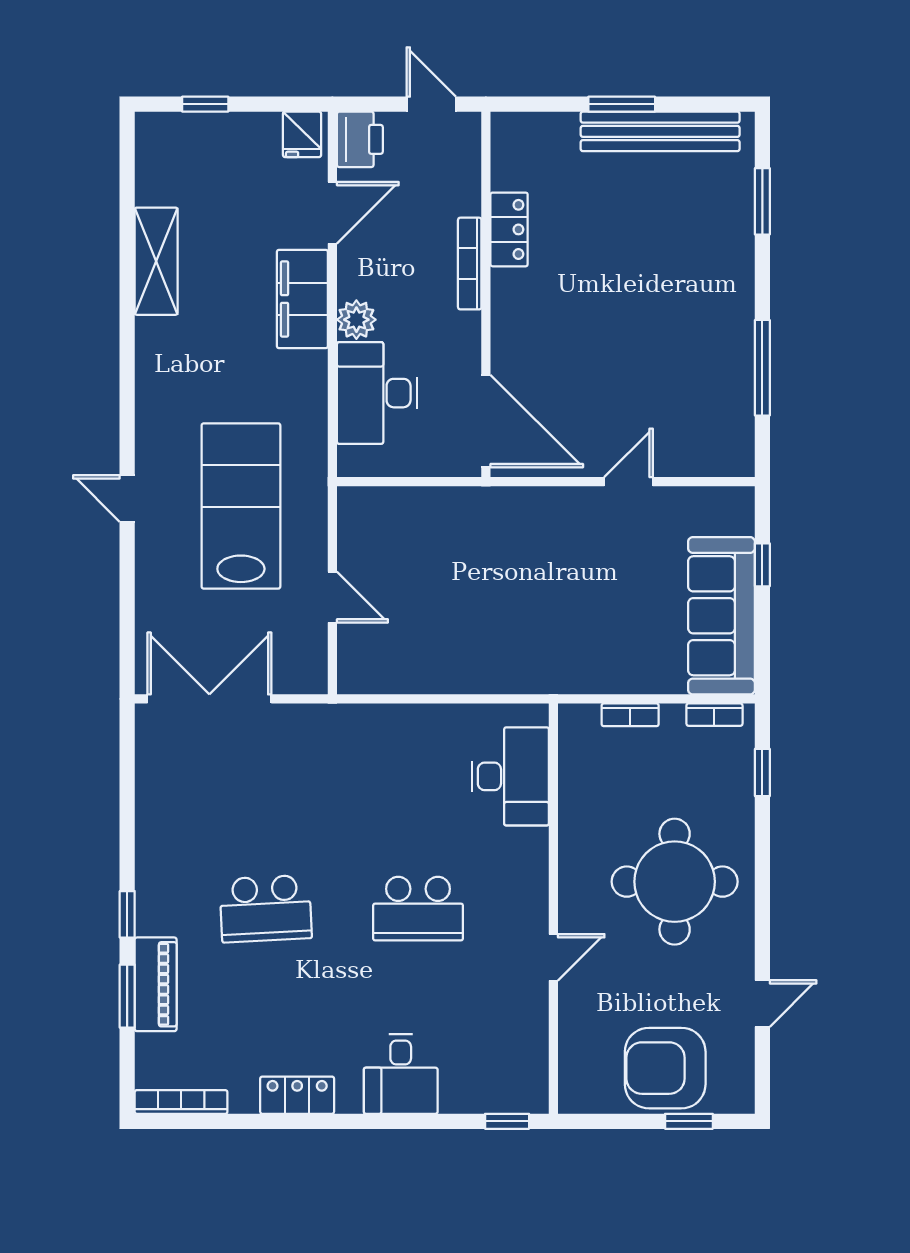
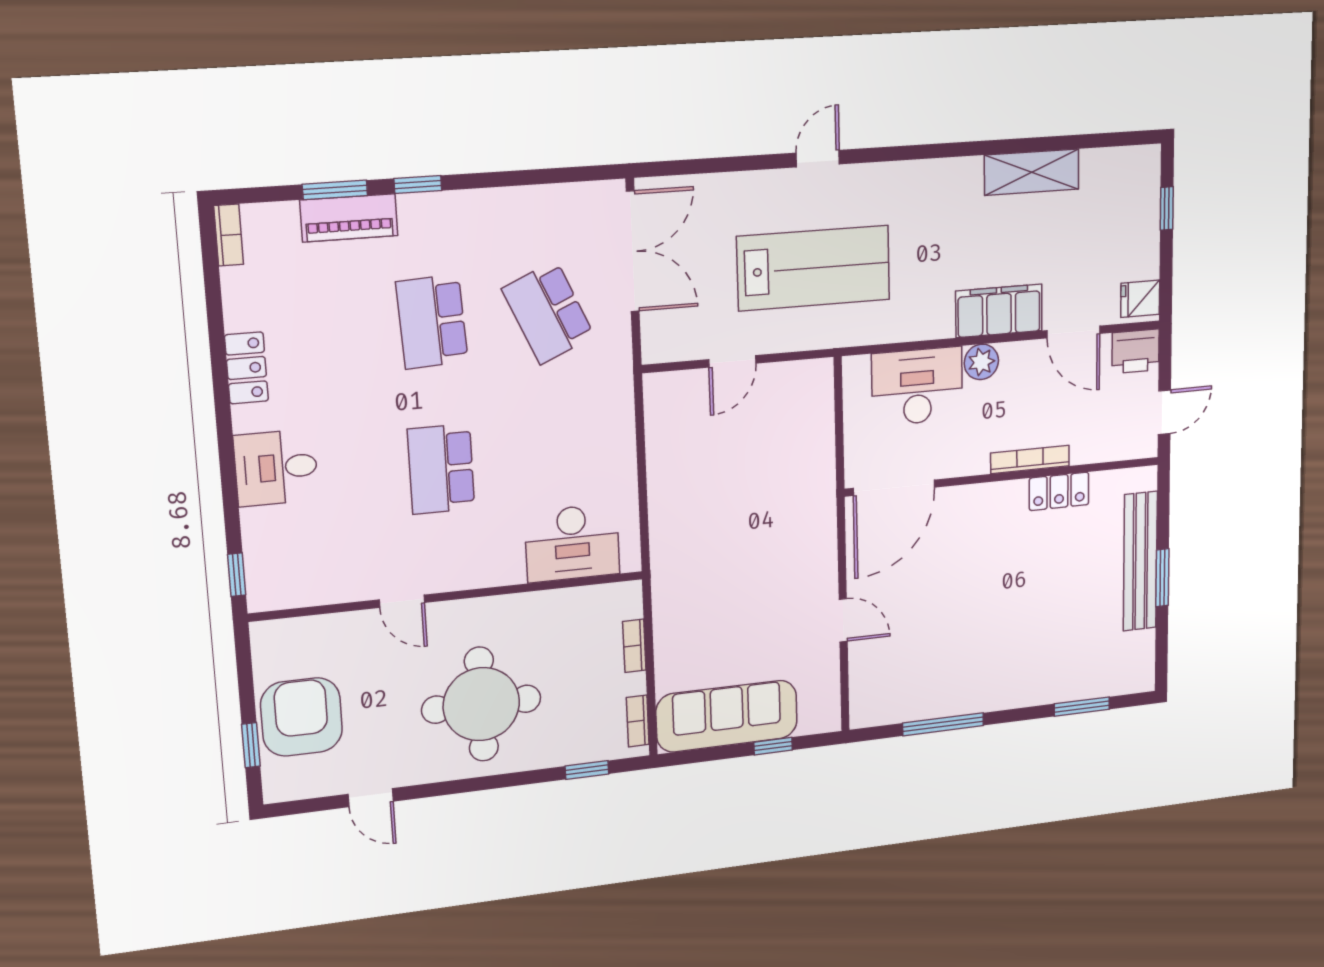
bench: (660, 131) -> (1140, 561), moved
school desk: (266, 790) -> (548, 312), added
bookcase: (181, 1102) -> (229, 235), width x0.64

